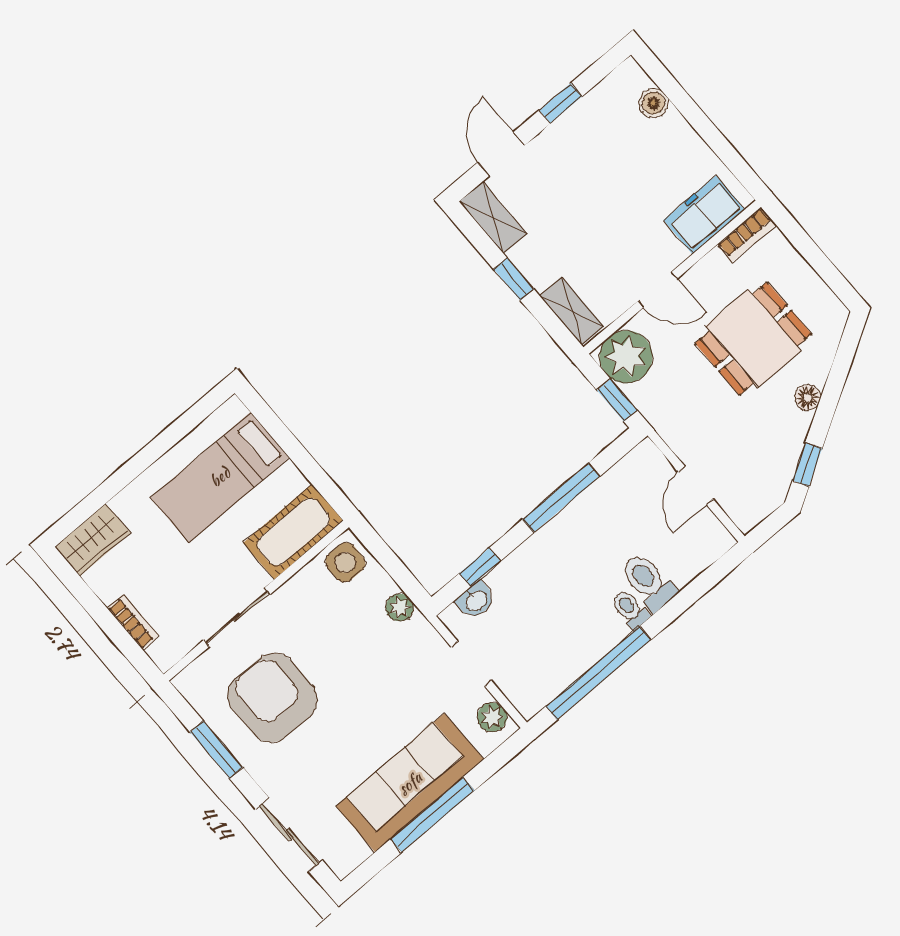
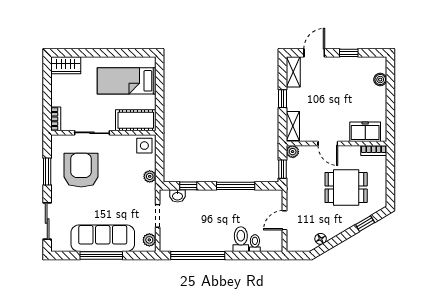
plant: (626, 357) -> (293, 152), width x0.53, depth x0.53
floor lamp: (808, 398) -> (321, 239), moved
window: (807, 465) -> (365, 224), moved
toilet: (630, 609) -> (255, 243), moved
bookcase: (133, 622) -> (56, 119), moved

